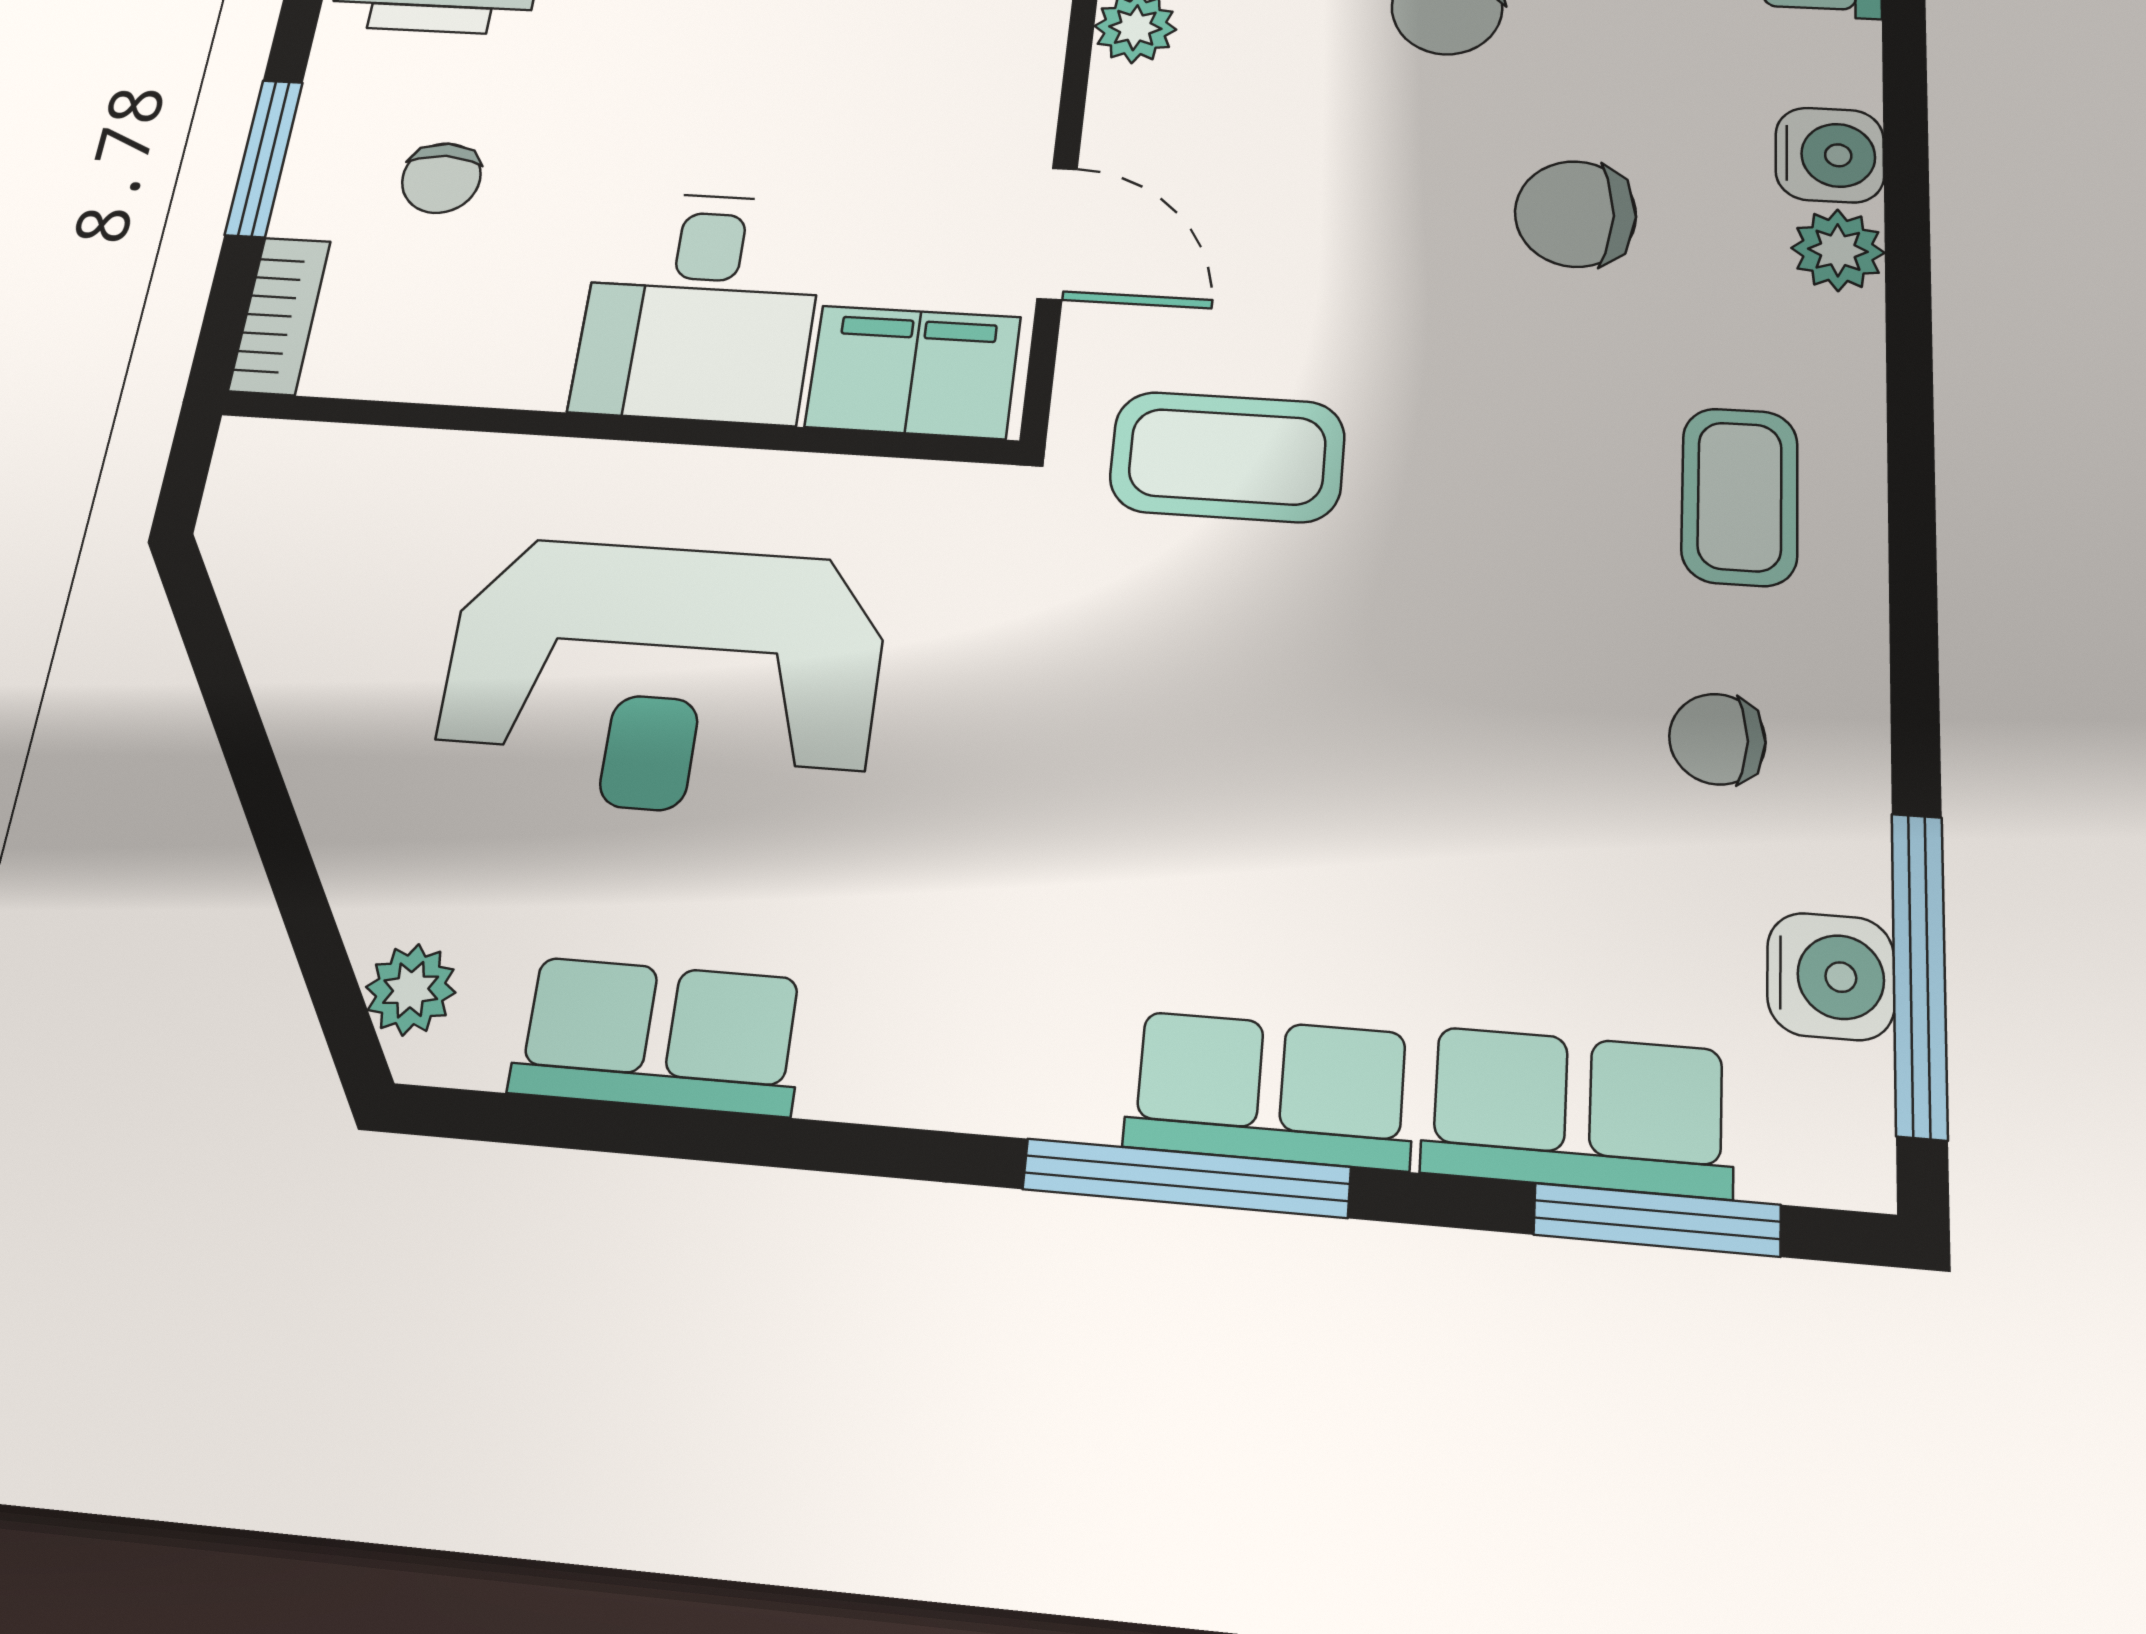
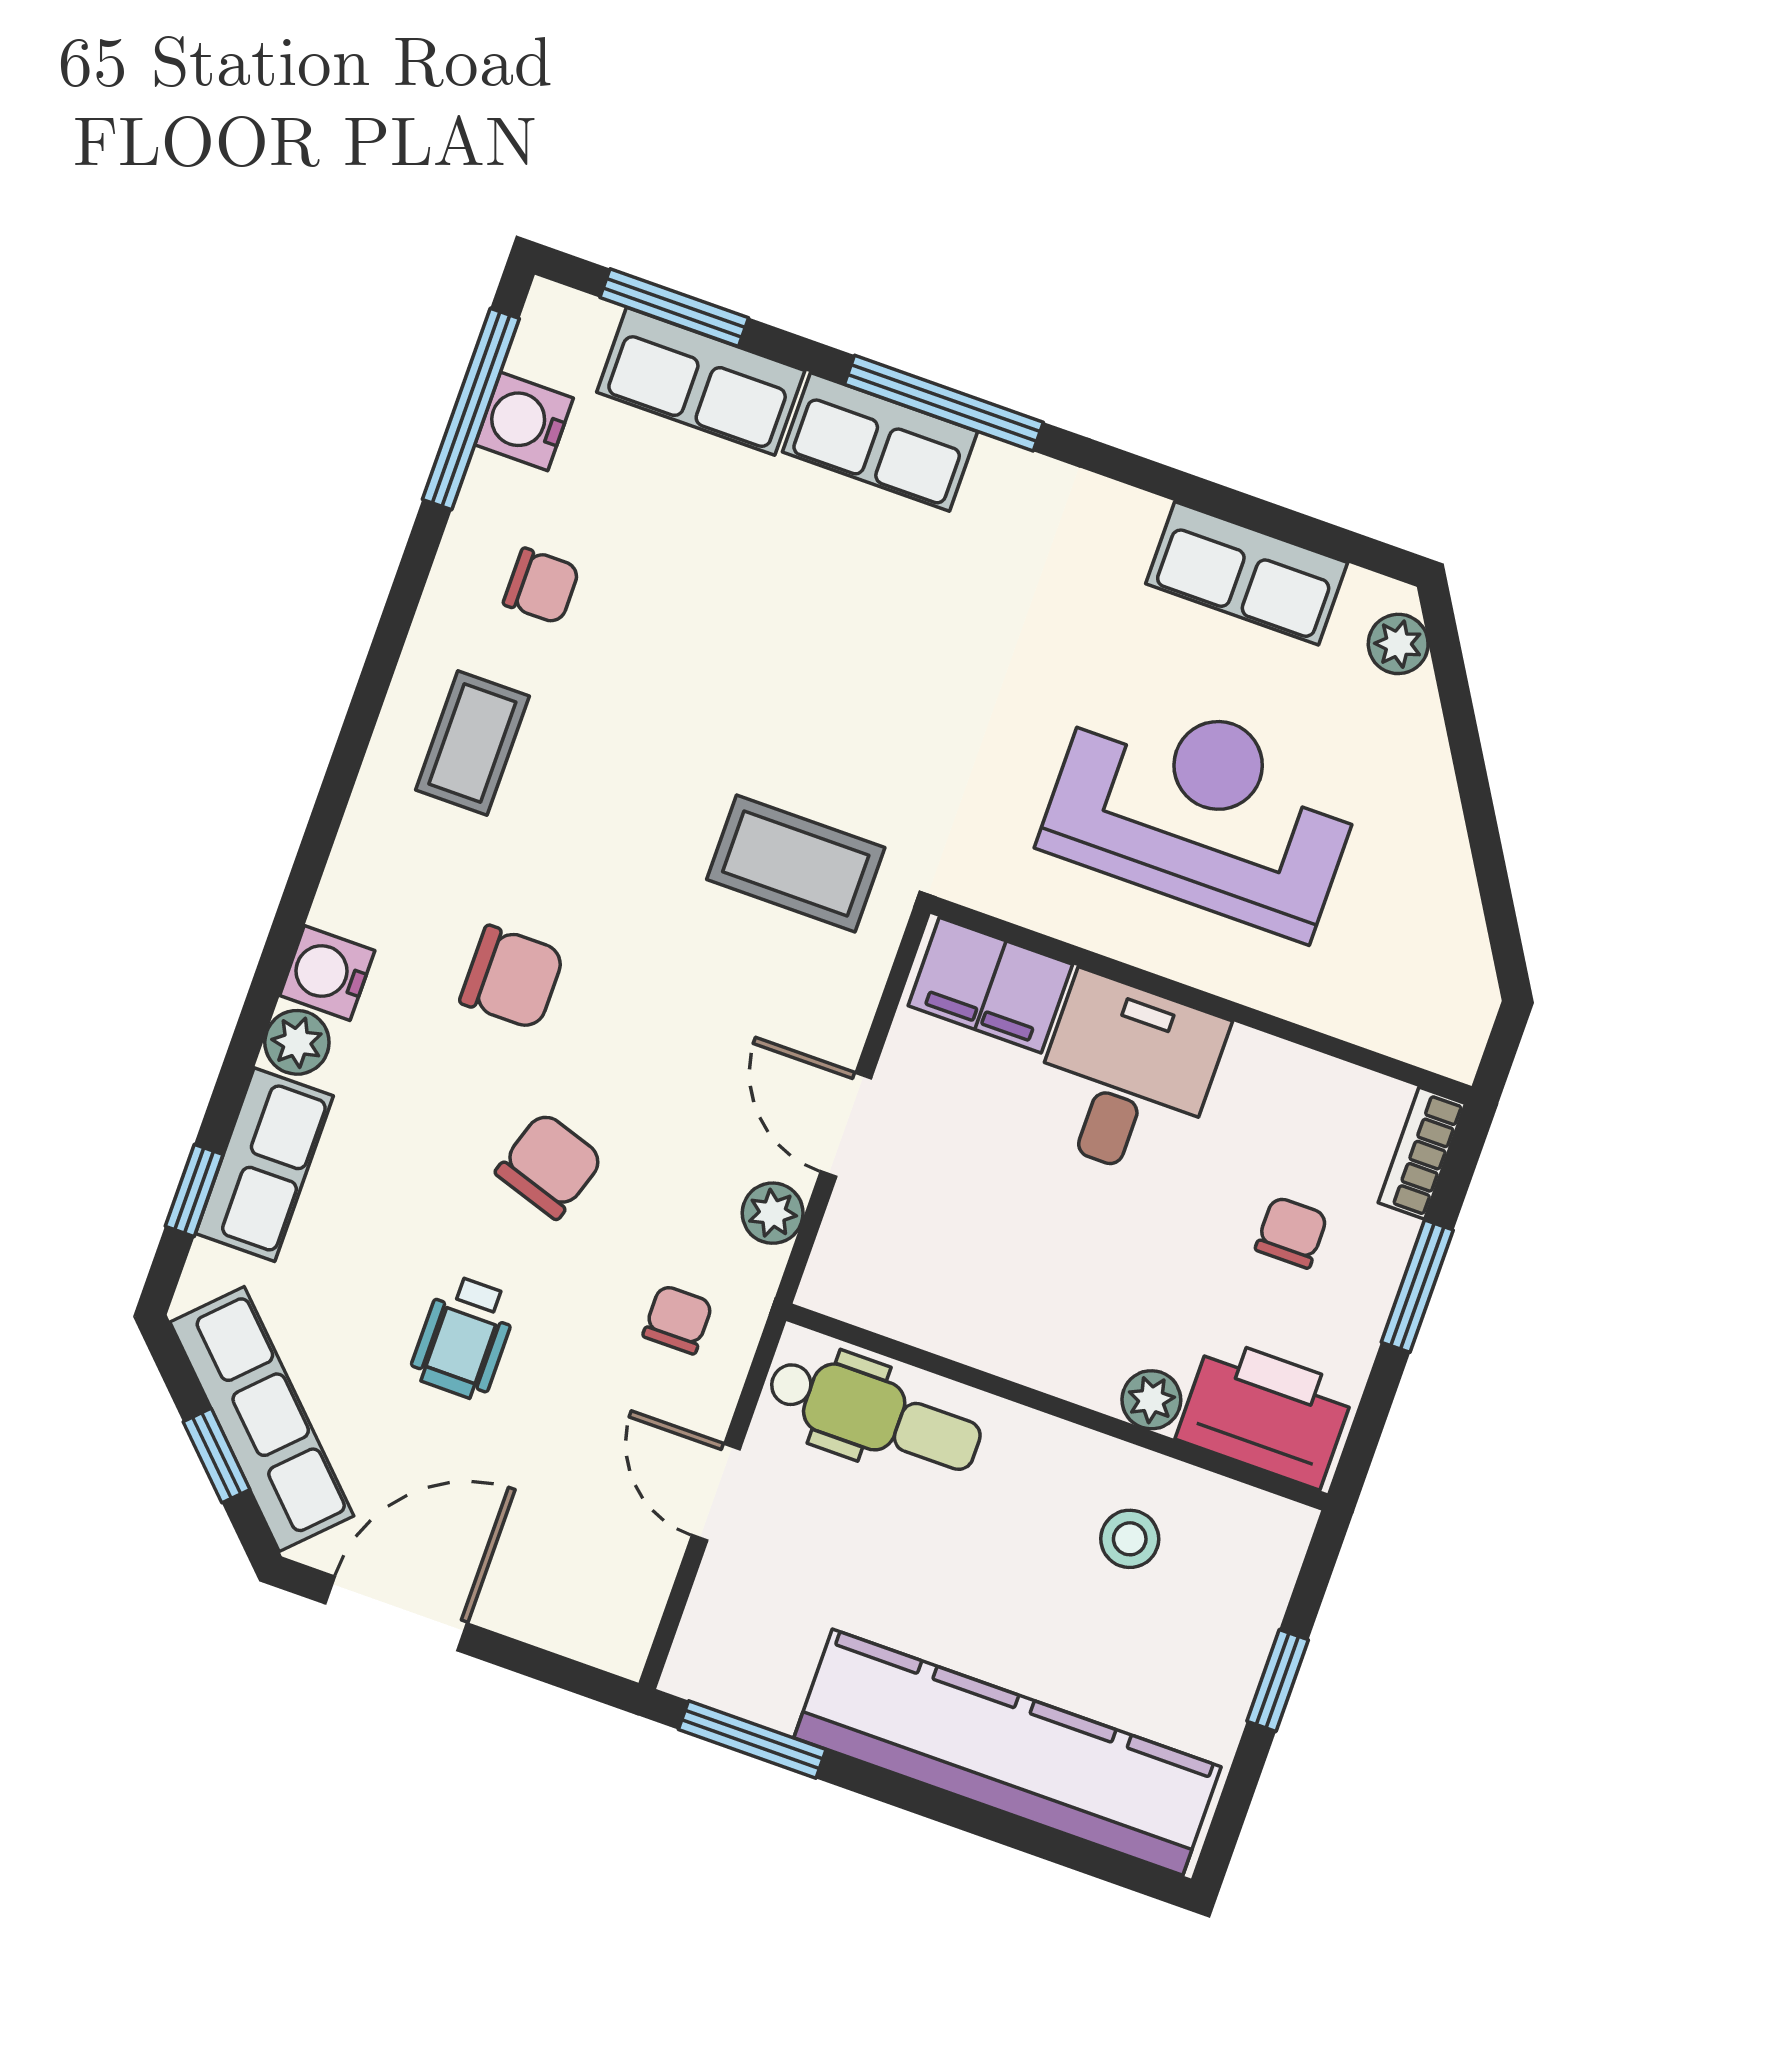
door: (1057, 233) -> (846, 1125), moved
plant: (1838, 250) -> (297, 1042), moved

